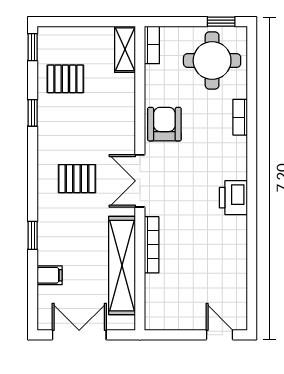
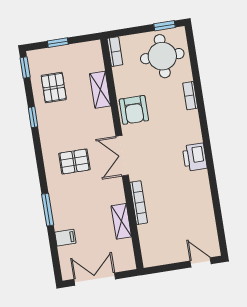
window: (80, 22) -> (58, 43), added
shelving: (125, 49) -> (100, 90), moved
pallet: (65, 79) -> (54, 88), turned 90
armchair: (164, 124) -> (134, 110), turned 180
window: (33, 235) -> (48, 210), width x1.50
shelving: (122, 266) -> (121, 221), width x0.45, depth x0.75

